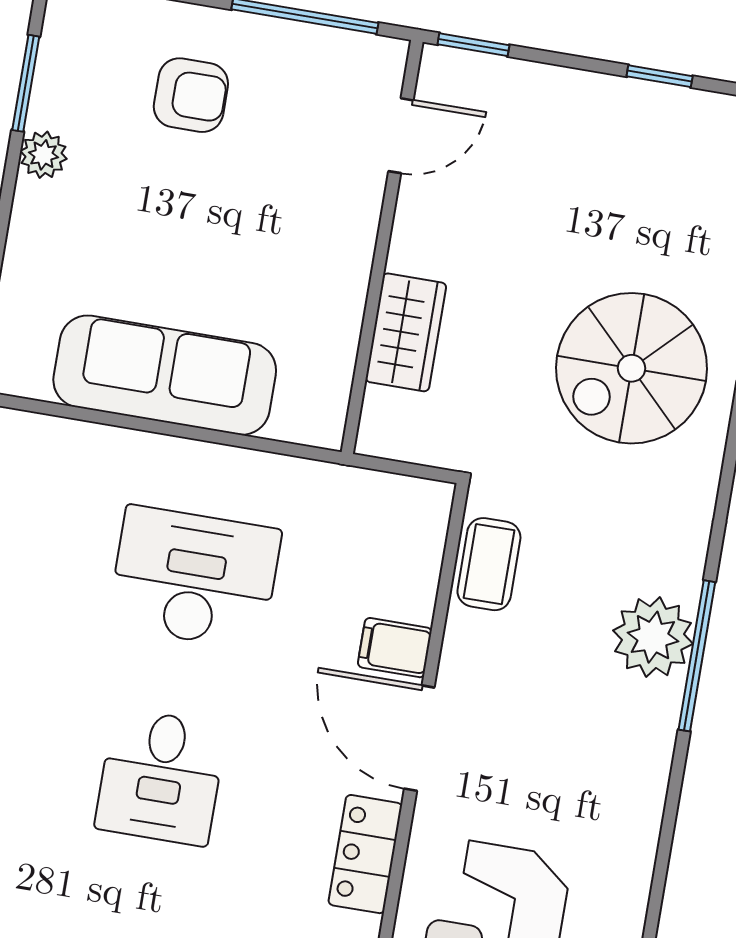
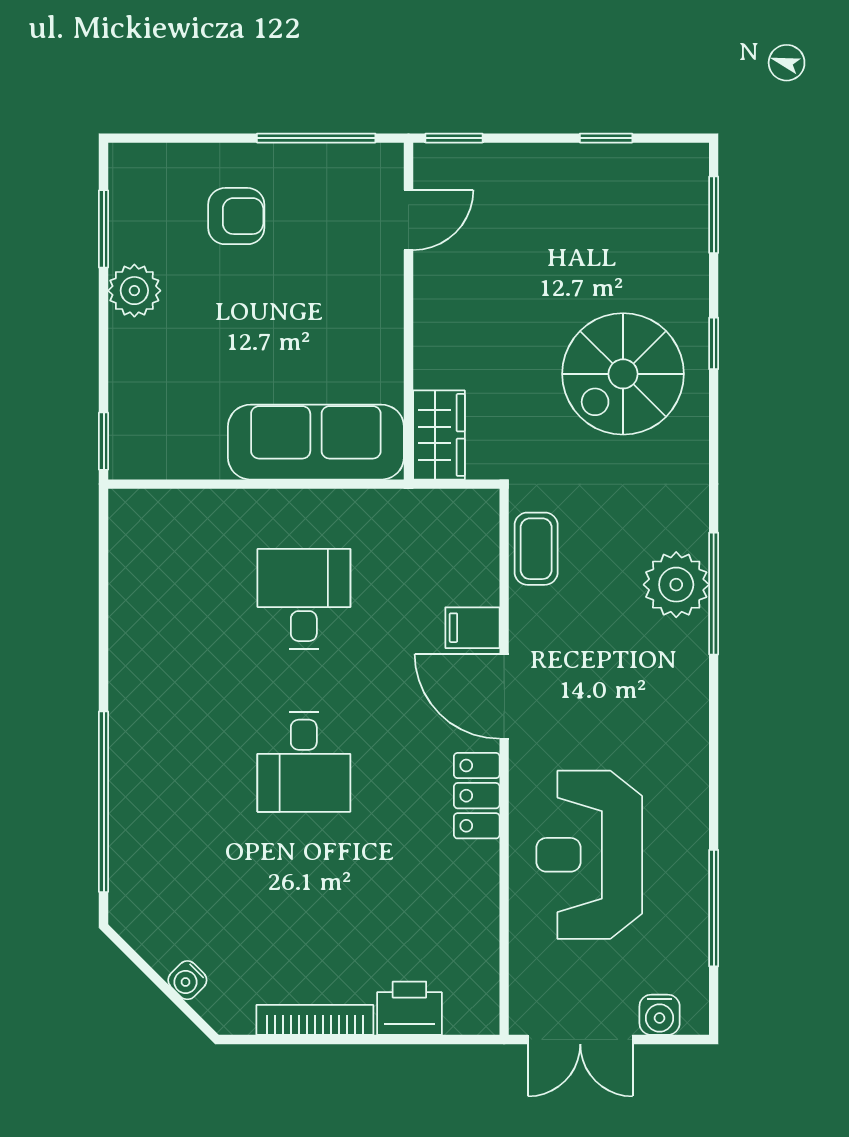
plant: (44, 155) -> (134, 291), width x1.38, depth x1.38
wardrobe: (406, 332) -> (439, 435), moved
sofa: (165, 375) -> (316, 442), moved
desk: (194, 578) -> (304, 599), width x0.73

